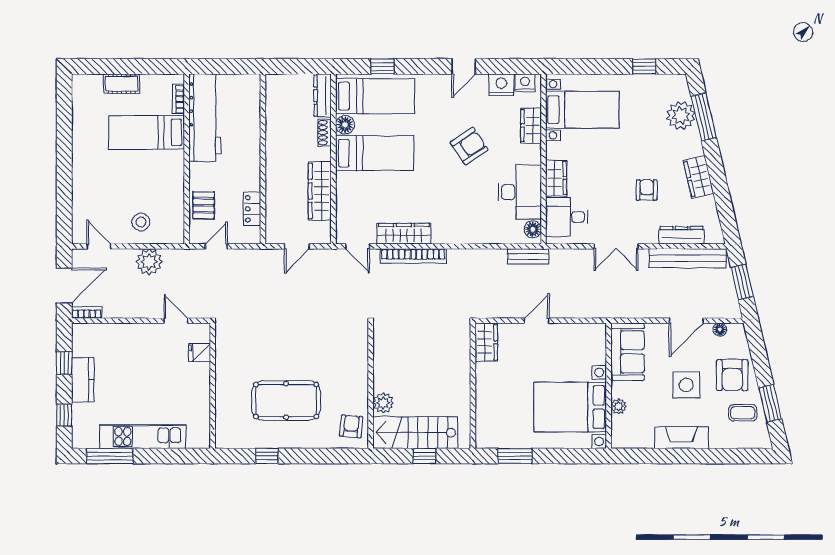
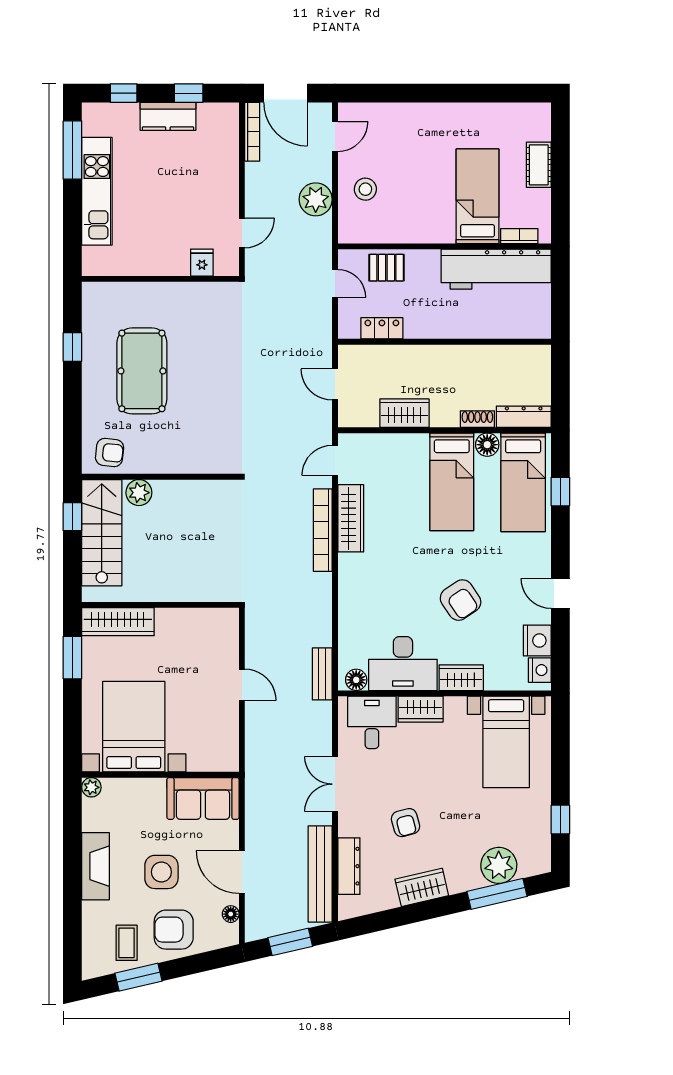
wardrobe: (531, 126) -> (461, 678), moved
armchair: (647, 190) -> (406, 823), turned 75
wardrobe: (320, 191) -> (404, 413), width x0.67
bookcase: (87, 312) -> (252, 132), width x1.56
wardrobe: (486, 342) -> (118, 622), moved, width x1.50
plant: (619, 406) -> (91, 787), moved
window: (425, 456) -> (72, 517), moved

